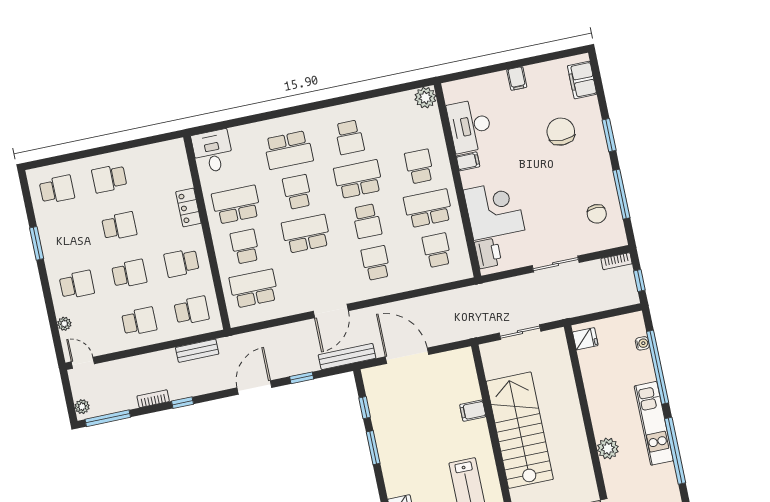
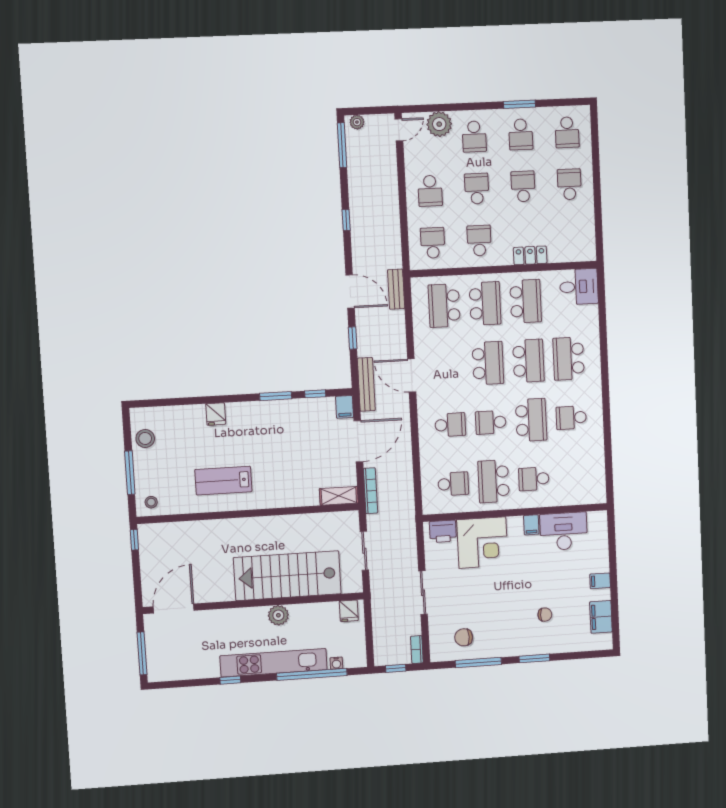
filing cabinet: (582, 80) -> (601, 617), moved, turned -90
plant: (425, 98) -> (596, 494), removed
chair: (561, 132) -> (545, 615), width x0.54, depth x0.54
school desk: (419, 166) -> (534, 479), turned 180
school desk: (297, 192) -> (528, 361), width x1.85
school desk: (428, 208) -> (494, 481), turned 180
school desk: (119, 226) -> (523, 186), turned 180
school desk: (67, 237) -> (521, 134), added
school desk: (245, 247) -> (485, 303), width x1.85
school desk: (129, 274) -> (477, 189), turned 180
school desk: (254, 288) -> (444, 306), turned 180
school desk: (192, 310) -> (433, 243), turned 180
plant: (64, 324) -> (439, 124), width x1.88, depth x1.88
bench: (197, 351) -> (396, 289), moved
shelving: (467, 367) -> (339, 496), added
bookcase: (153, 399) -> (371, 491), moved, width x1.56
filing cabinet: (473, 411) -> (344, 407), moved, turned 180
kitchen unit: (654, 423) -> (274, 663), width x1.36
stairs: (520, 430) -> (287, 576), moved, turned 180
plant: (608, 448) -> (278, 615), moved
window: (675, 451) -> (230, 680), width x0.32

